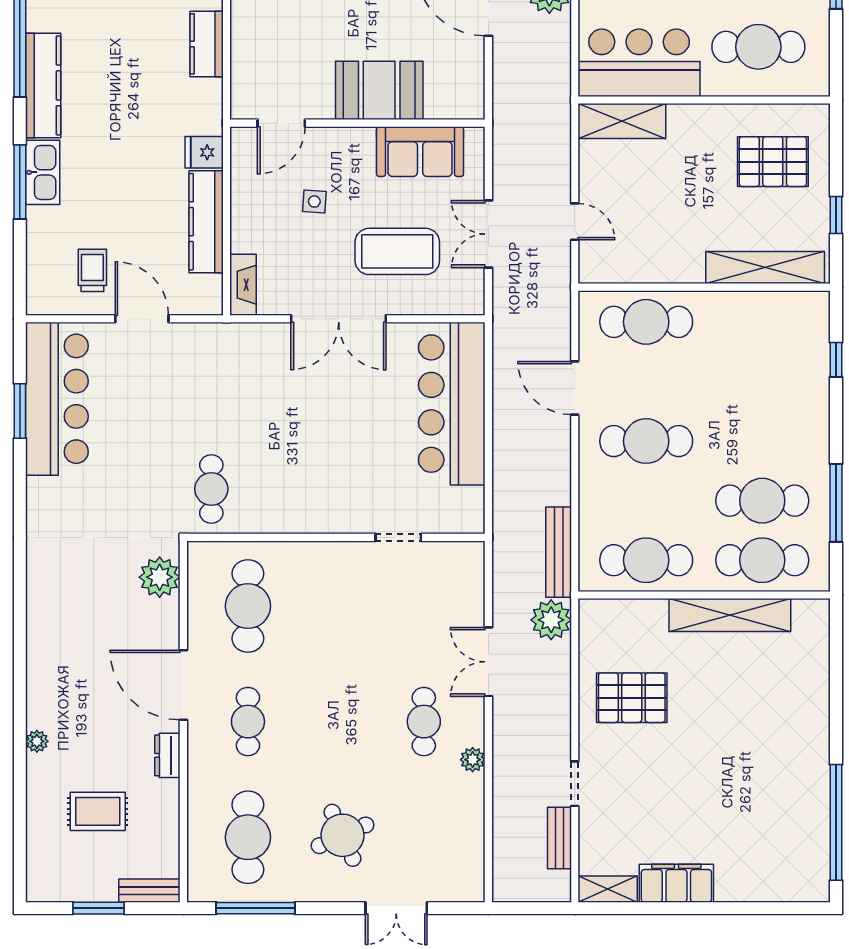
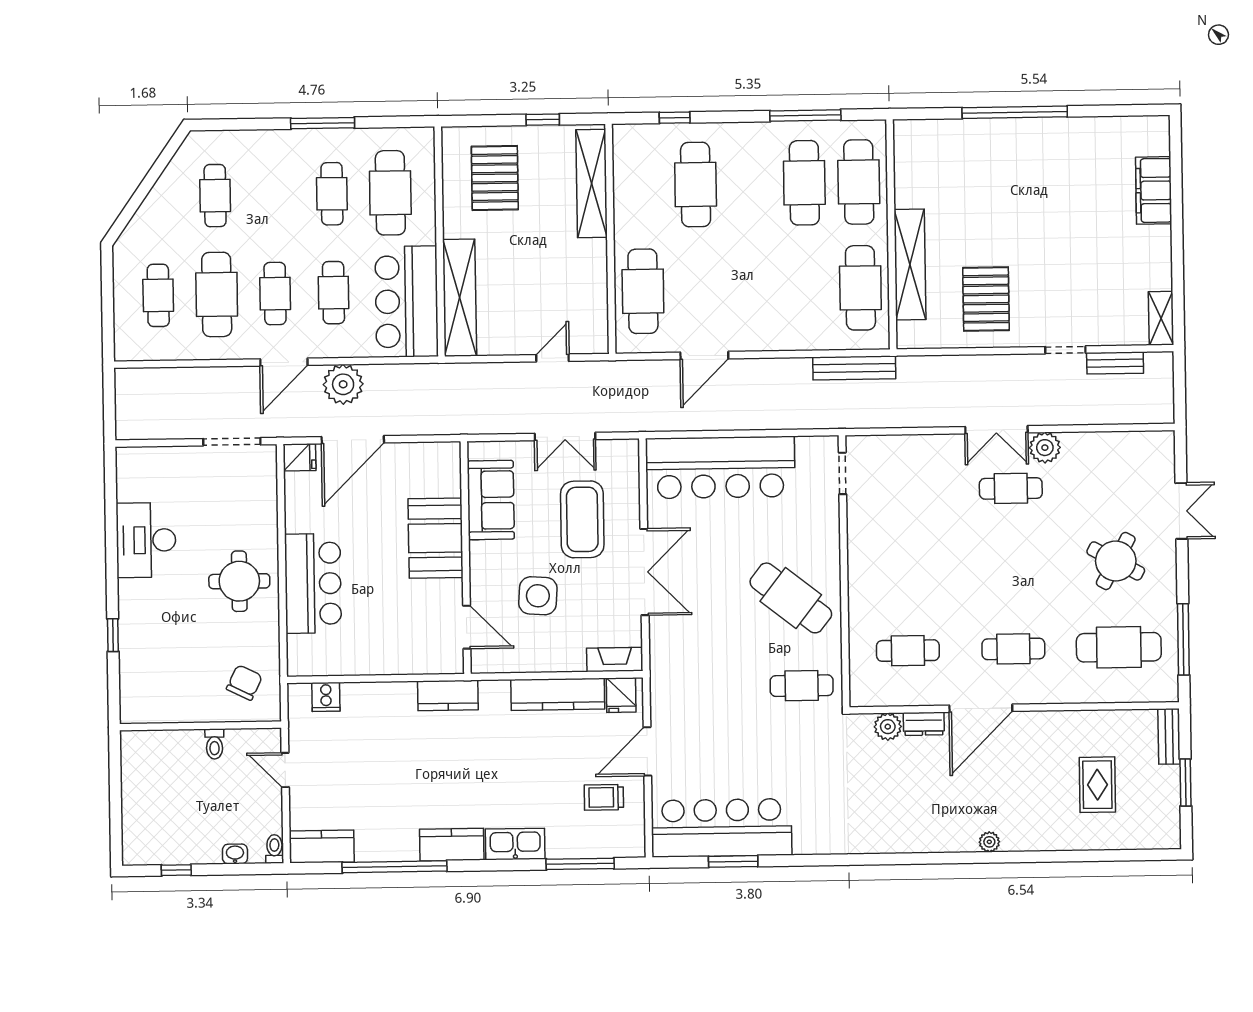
kitchen counter: (207, 44) -> (448, 695), moved
kitchen counter: (43, 85) -> (452, 845), width x0.67
shelving: (622, 121) -> (460, 298), width x1.47
fridge: (204, 152) -> (621, 695), moved
window: (20, 182) -> (580, 864), moved
side table: (314, 202) -> (538, 596), width x1.87, depth x1.87
cafe table: (646, 441) -> (696, 184), moved
cafe table: (308, 479) -> (791, 598), added
doorway: (398, 537) -> (843, 473), moved
plant: (160, 577) -> (888, 727), width x0.73, depth x0.73
cafe table: (248, 606) -> (908, 651), width x0.73, depth x0.74
shelving: (730, 615) -> (910, 264), moved
plant: (551, 620) -> (916, 374), removed
double door: (488, 662) -> (996, 430), moved
plant: (37, 741) -> (989, 842), moved
dresser: (167, 755) -> (924, 724), moved
plant: (473, 760) -> (1045, 448), width x1.38, depth x1.38
window: (836, 822) -> (1015, 112), moved
round table: (342, 835) -> (1116, 561), turned -37
filing cabinet: (676, 883) -> (1154, 190), moved

